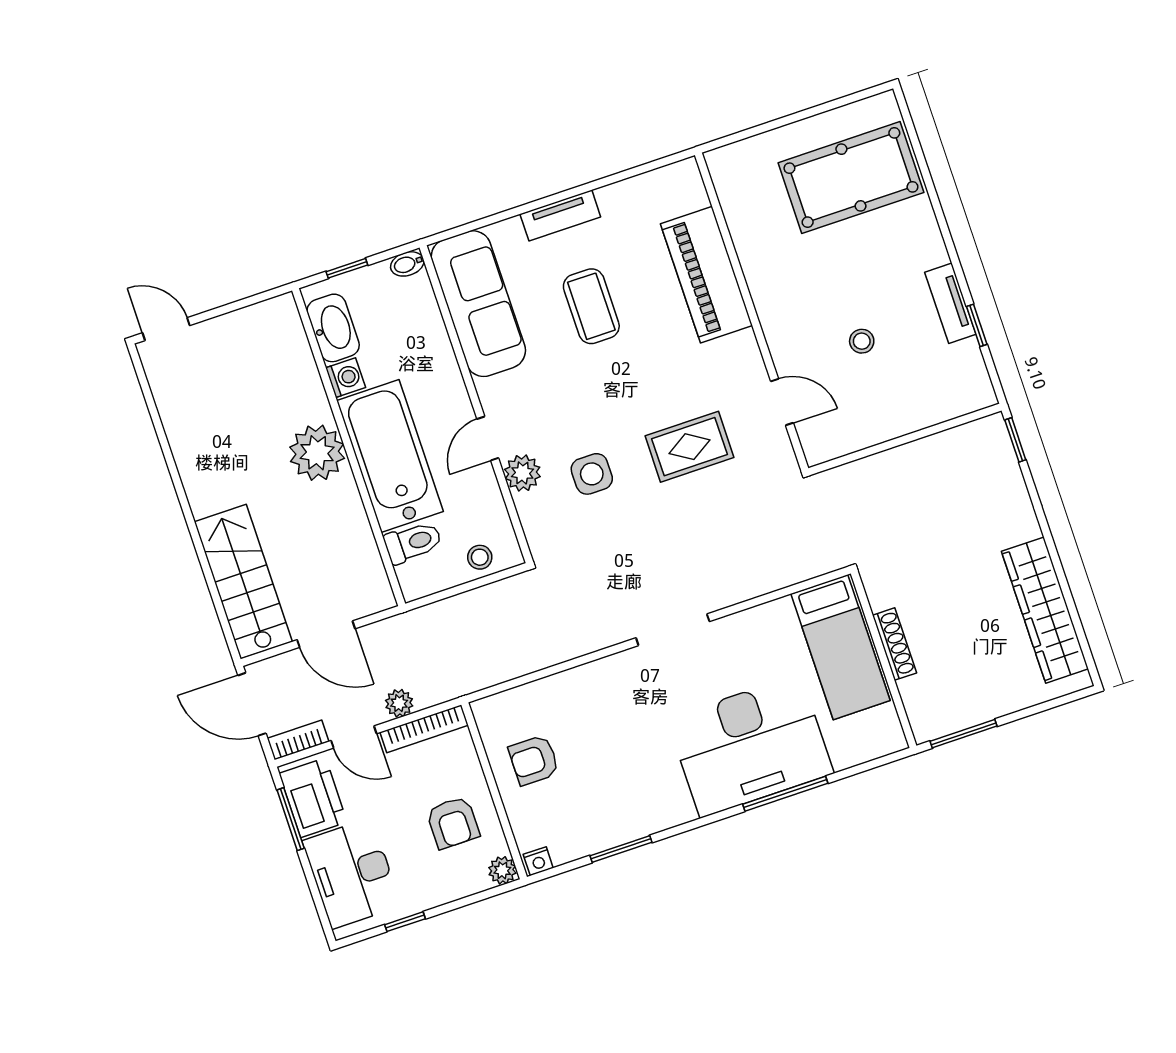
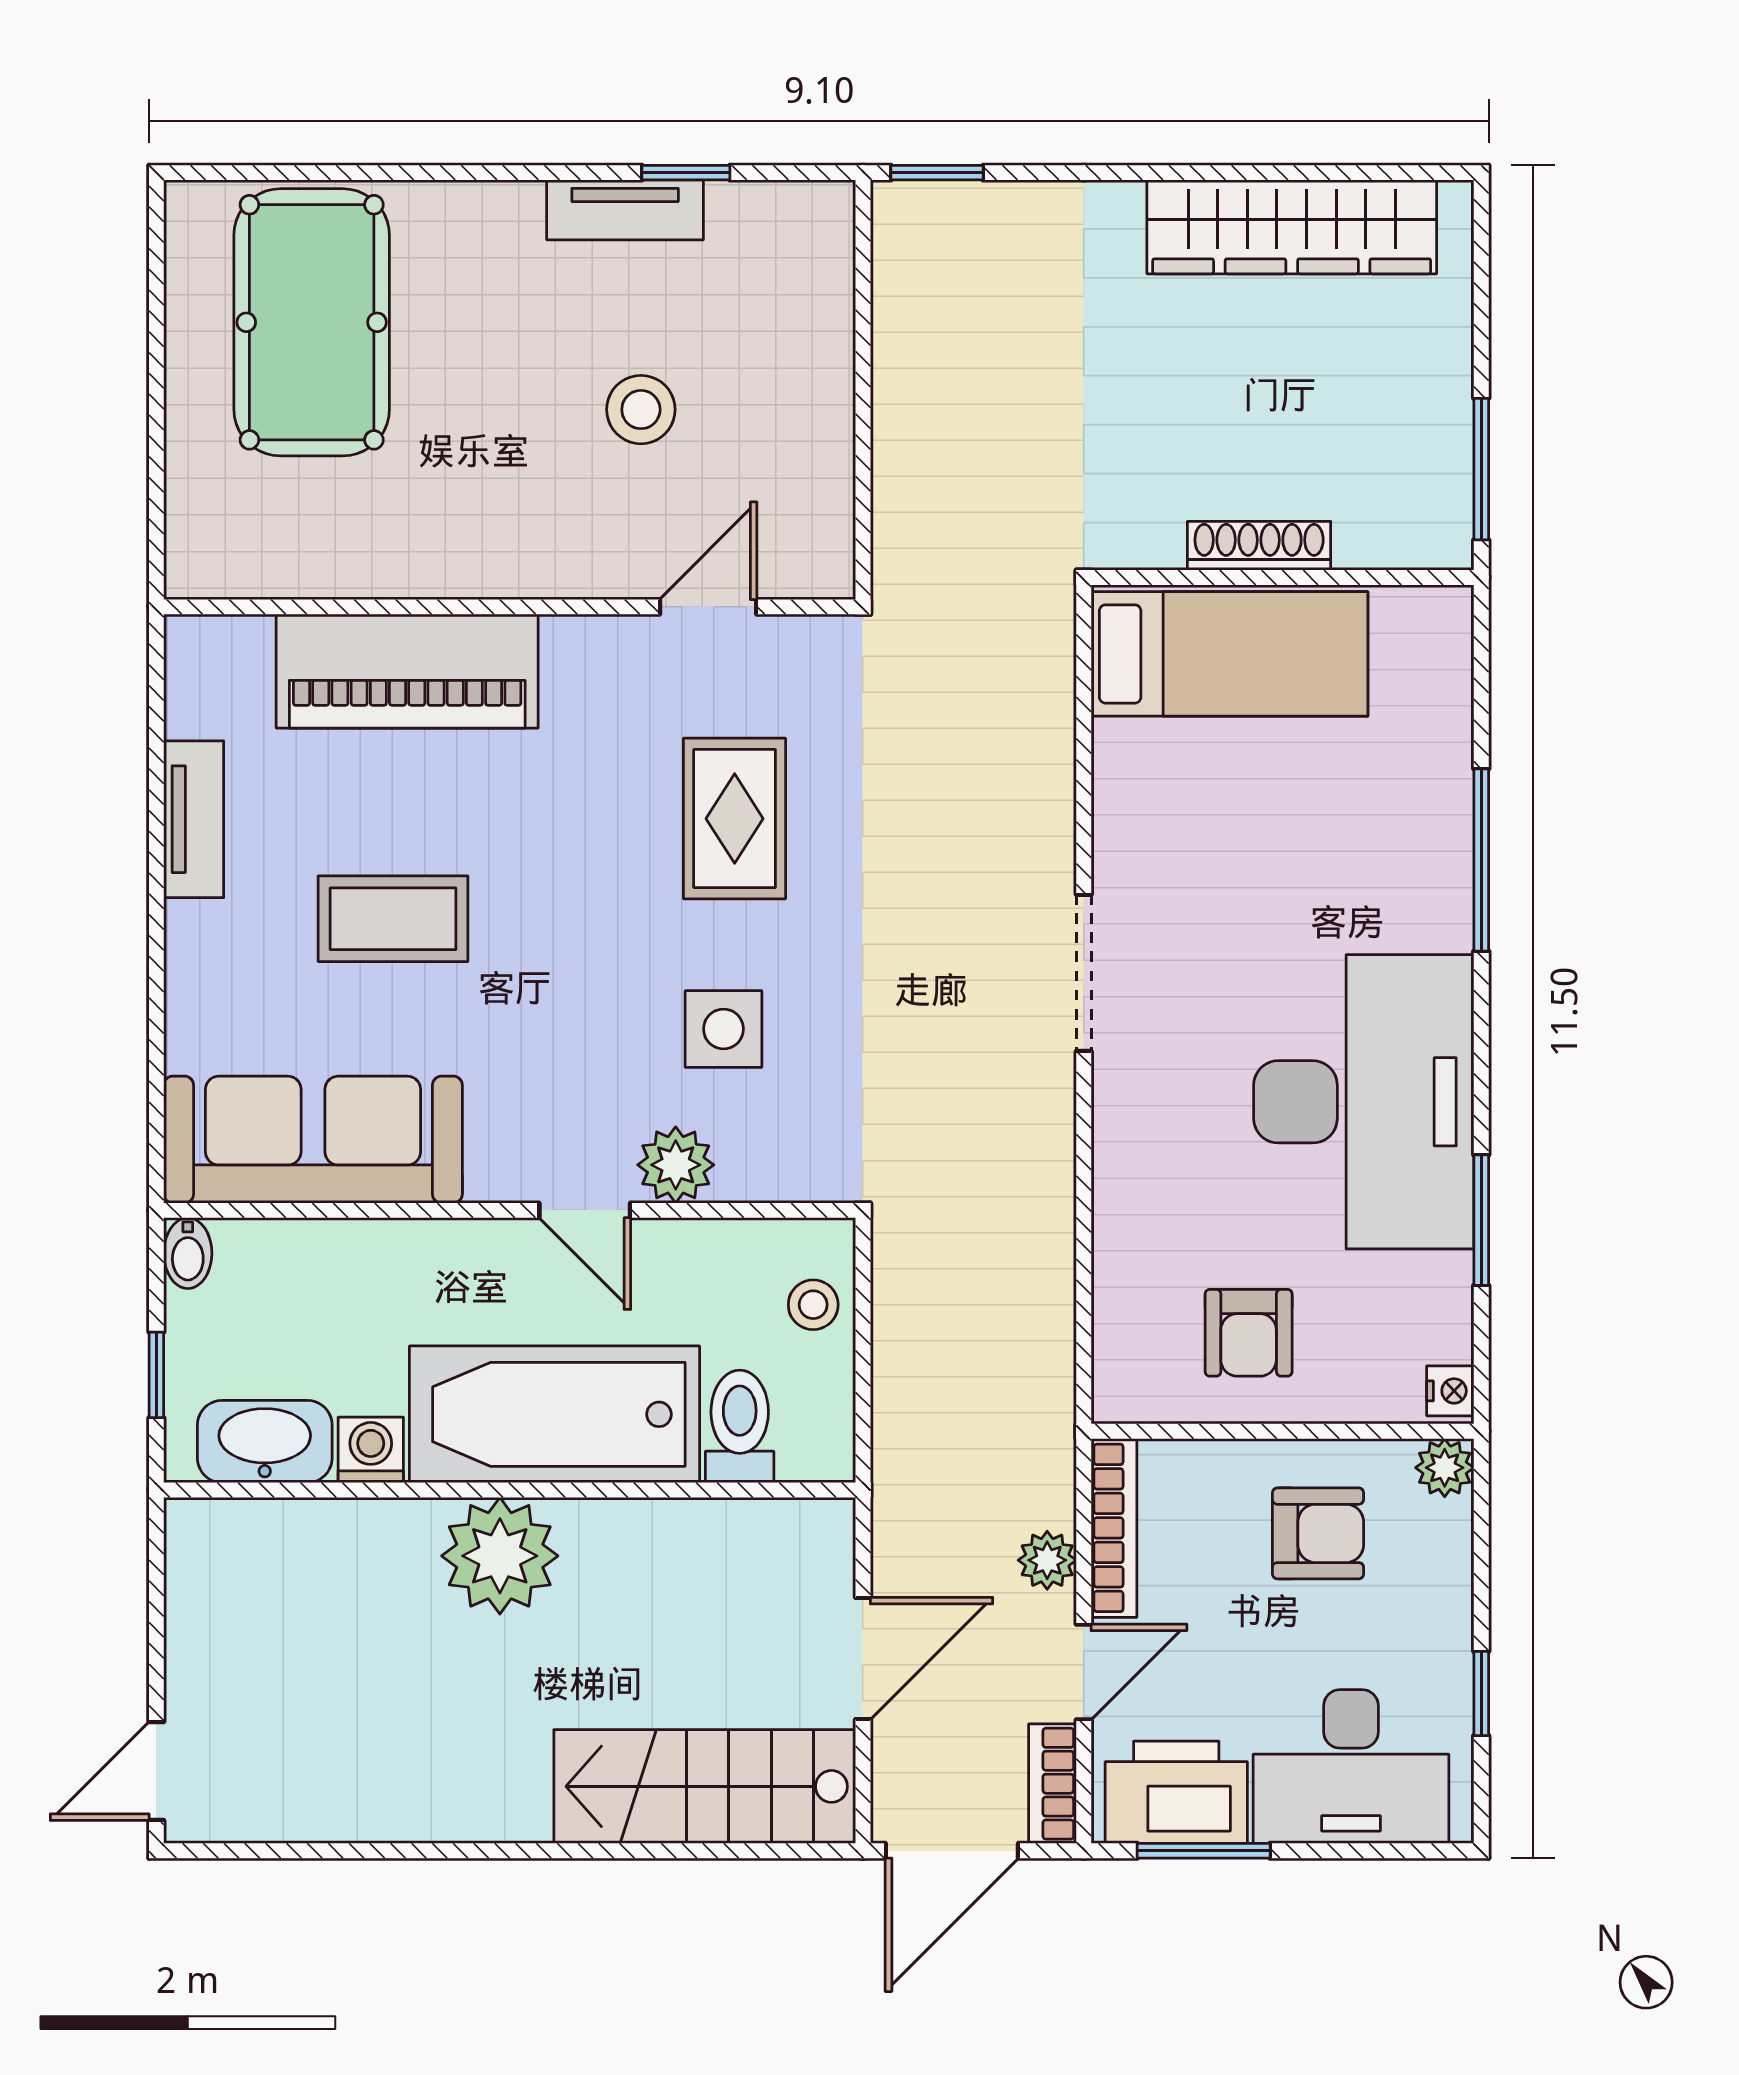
tv unit: (560, 215) -> (194, 819), moved
stool: (862, 341) -> (641, 410), width x1.37, depth x1.37
desk: (750, 746) -> (1364, 1102), moved

